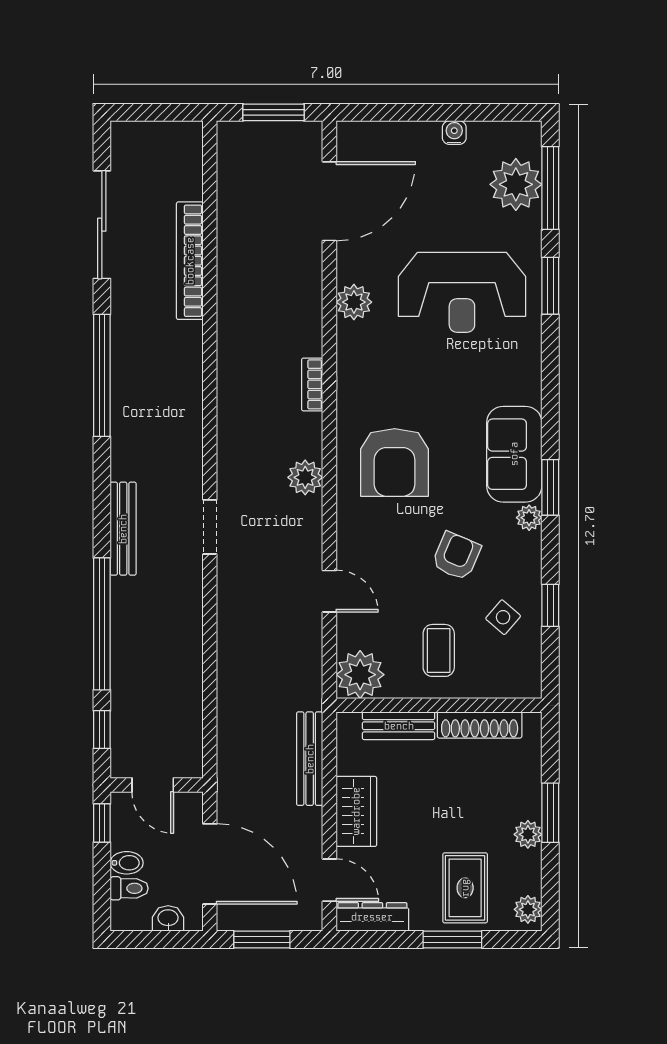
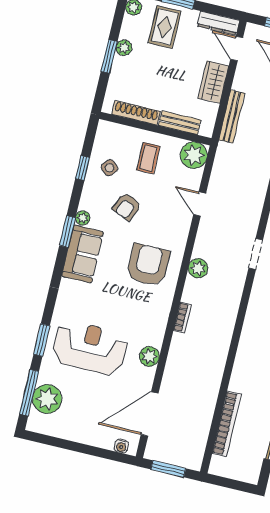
water cooler: (454, 133) -> (121, 446), moved
bookcase: (190, 261) -> (227, 424), moved

